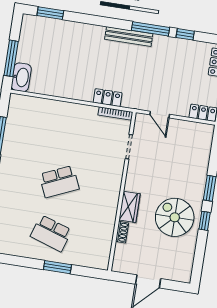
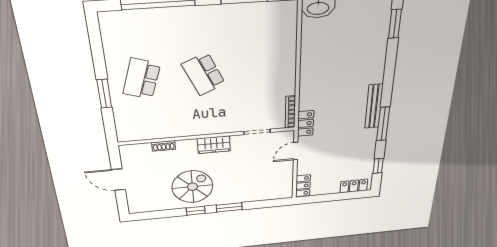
window: (185, 34) -> (378, 166), moved
locker: (108, 98) -> (306, 123), moved
wardrobe: (130, 207) -> (214, 145), moved

